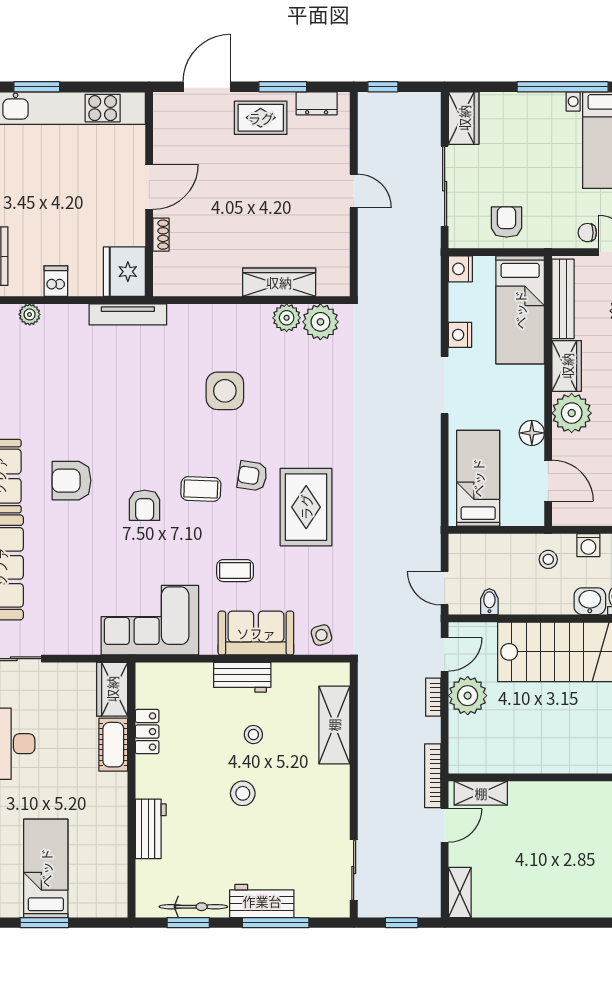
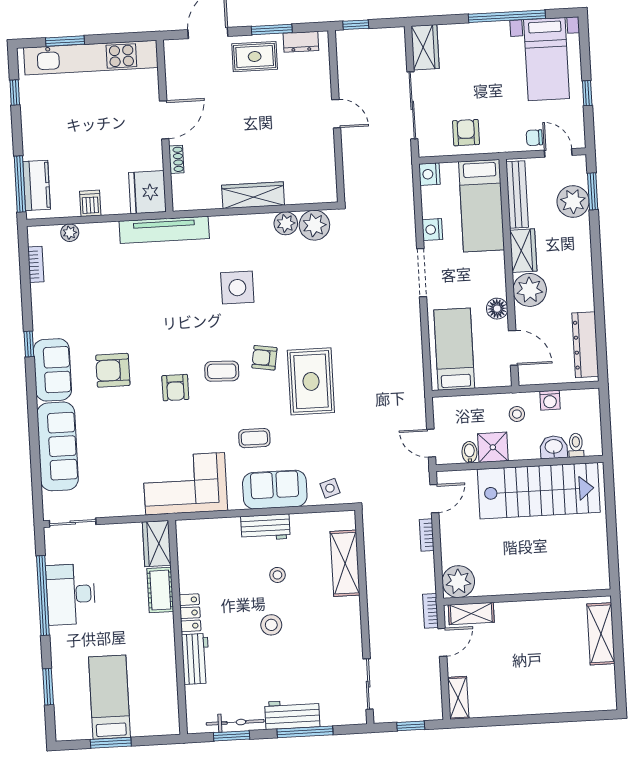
wardrobe: (279, 282) -> (253, 195), moved
tv unit: (128, 314) -> (164, 230), width x1.36, depth x1.29
shower: (517, 597) -> (493, 447), added
plant: (468, 696) -> (458, 582), moved
locker: (147, 732) -> (190, 613), moved
bookcase: (433, 776) -> (431, 611), width x0.64

